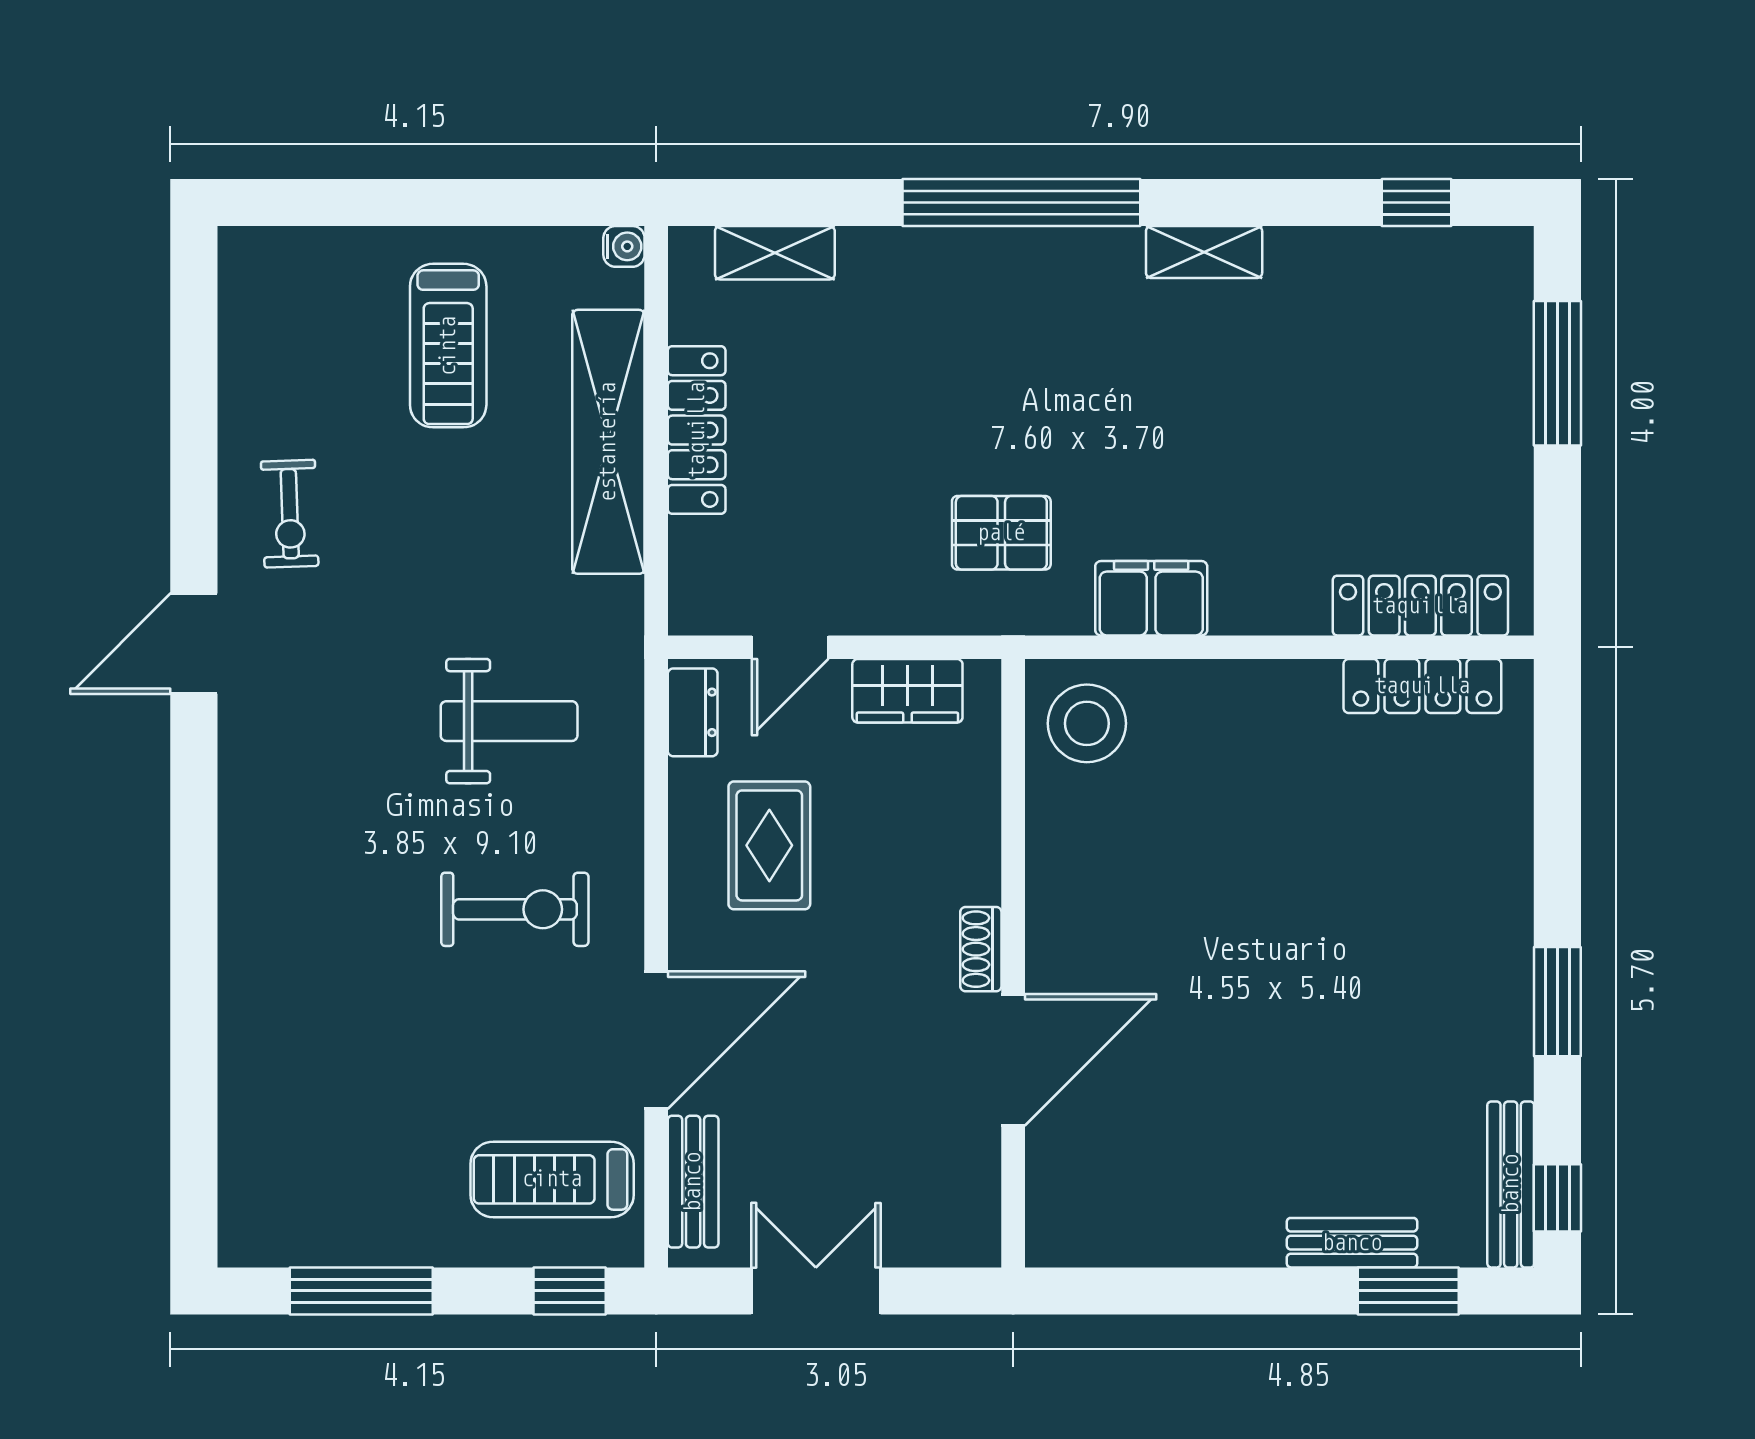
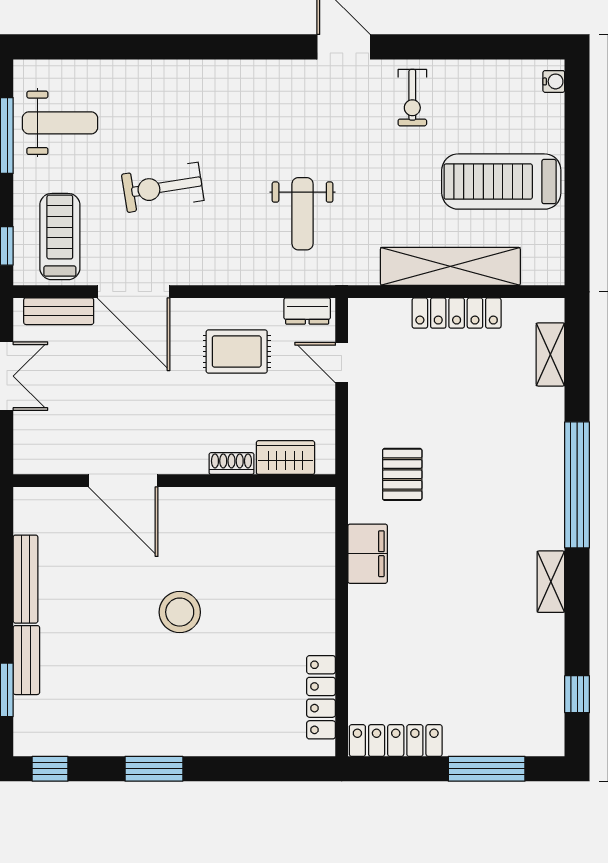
water cooler: (624, 246) -> (554, 81), moved, turned -90
treadmill: (448, 346) -> (501, 182), width x1.37, depth x1.38
exercise bike: (290, 514) -> (412, 98), turned -88
locker: (1420, 606) -> (396, 741), moved, turned -90
wardrobe: (907, 691) -> (285, 458), moved, turned 90
stool: (1087, 723) -> (180, 612), moved
exercise bike: (515, 909) -> (163, 187), moved, turned 81
shoe rack: (981, 949) -> (231, 464), moved
weight bench: (337, 1179) -> (60, 123), added
bench: (1511, 1184) -> (26, 579), moved, turned 90

